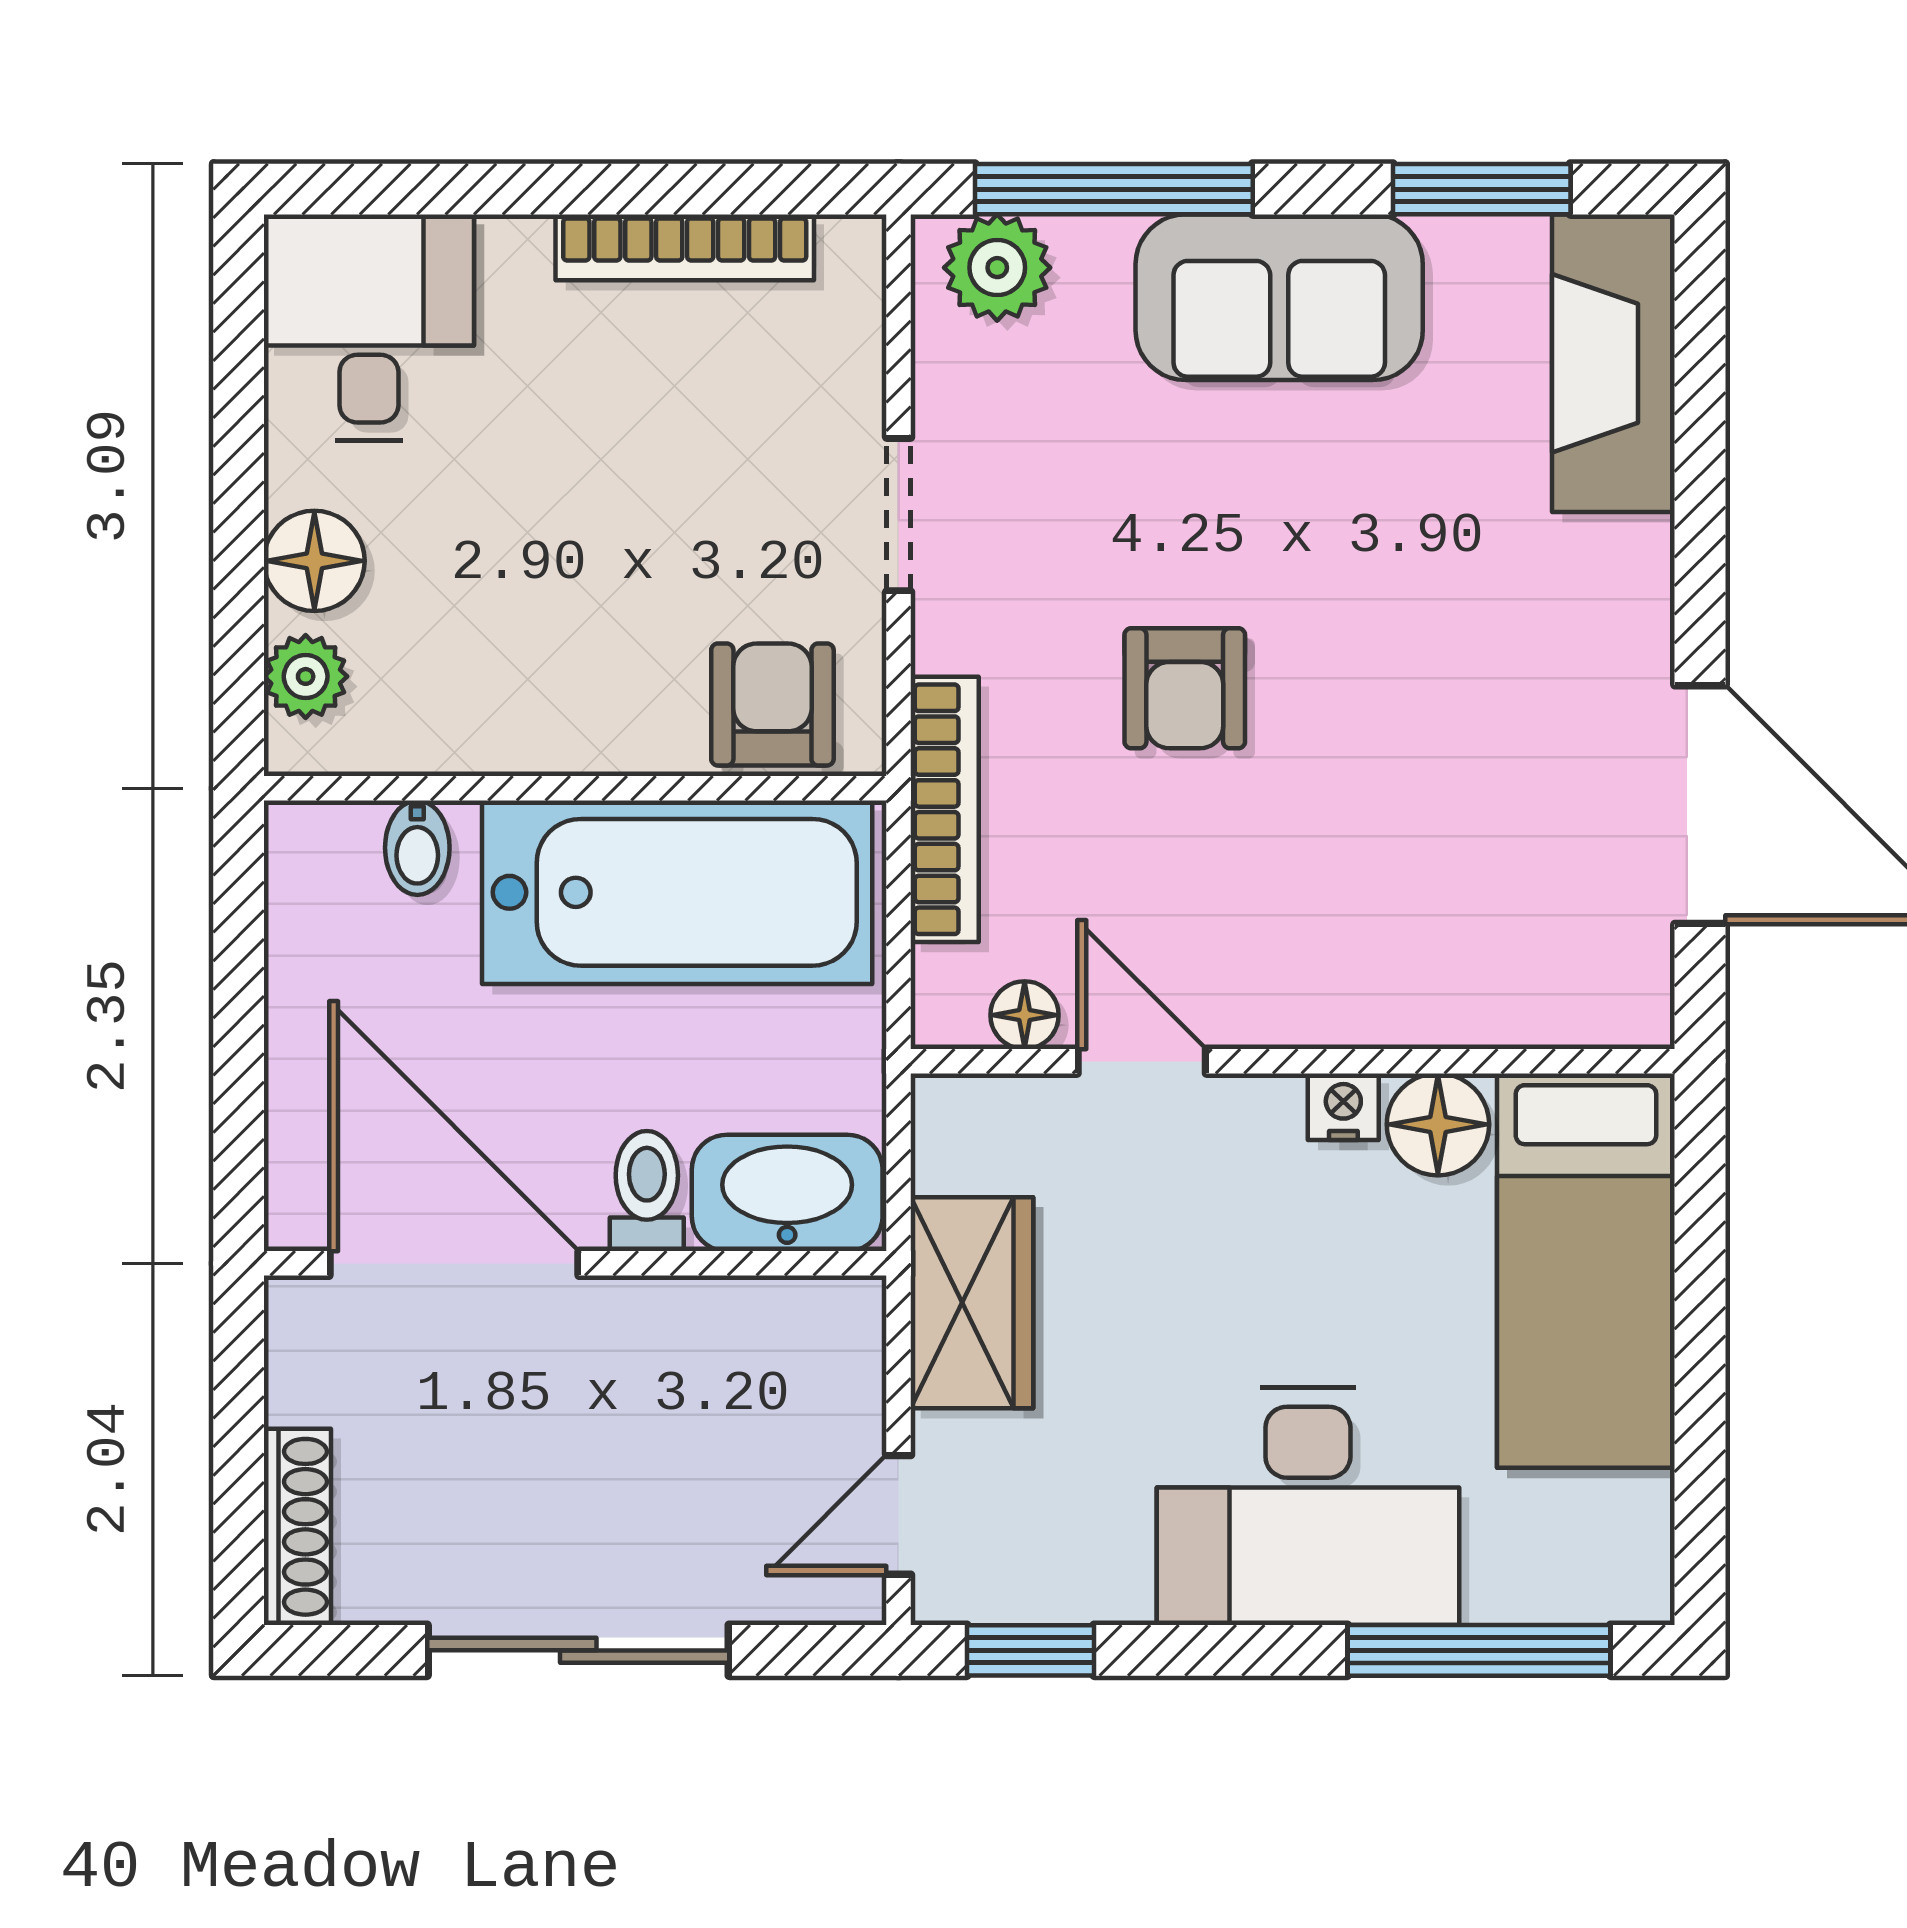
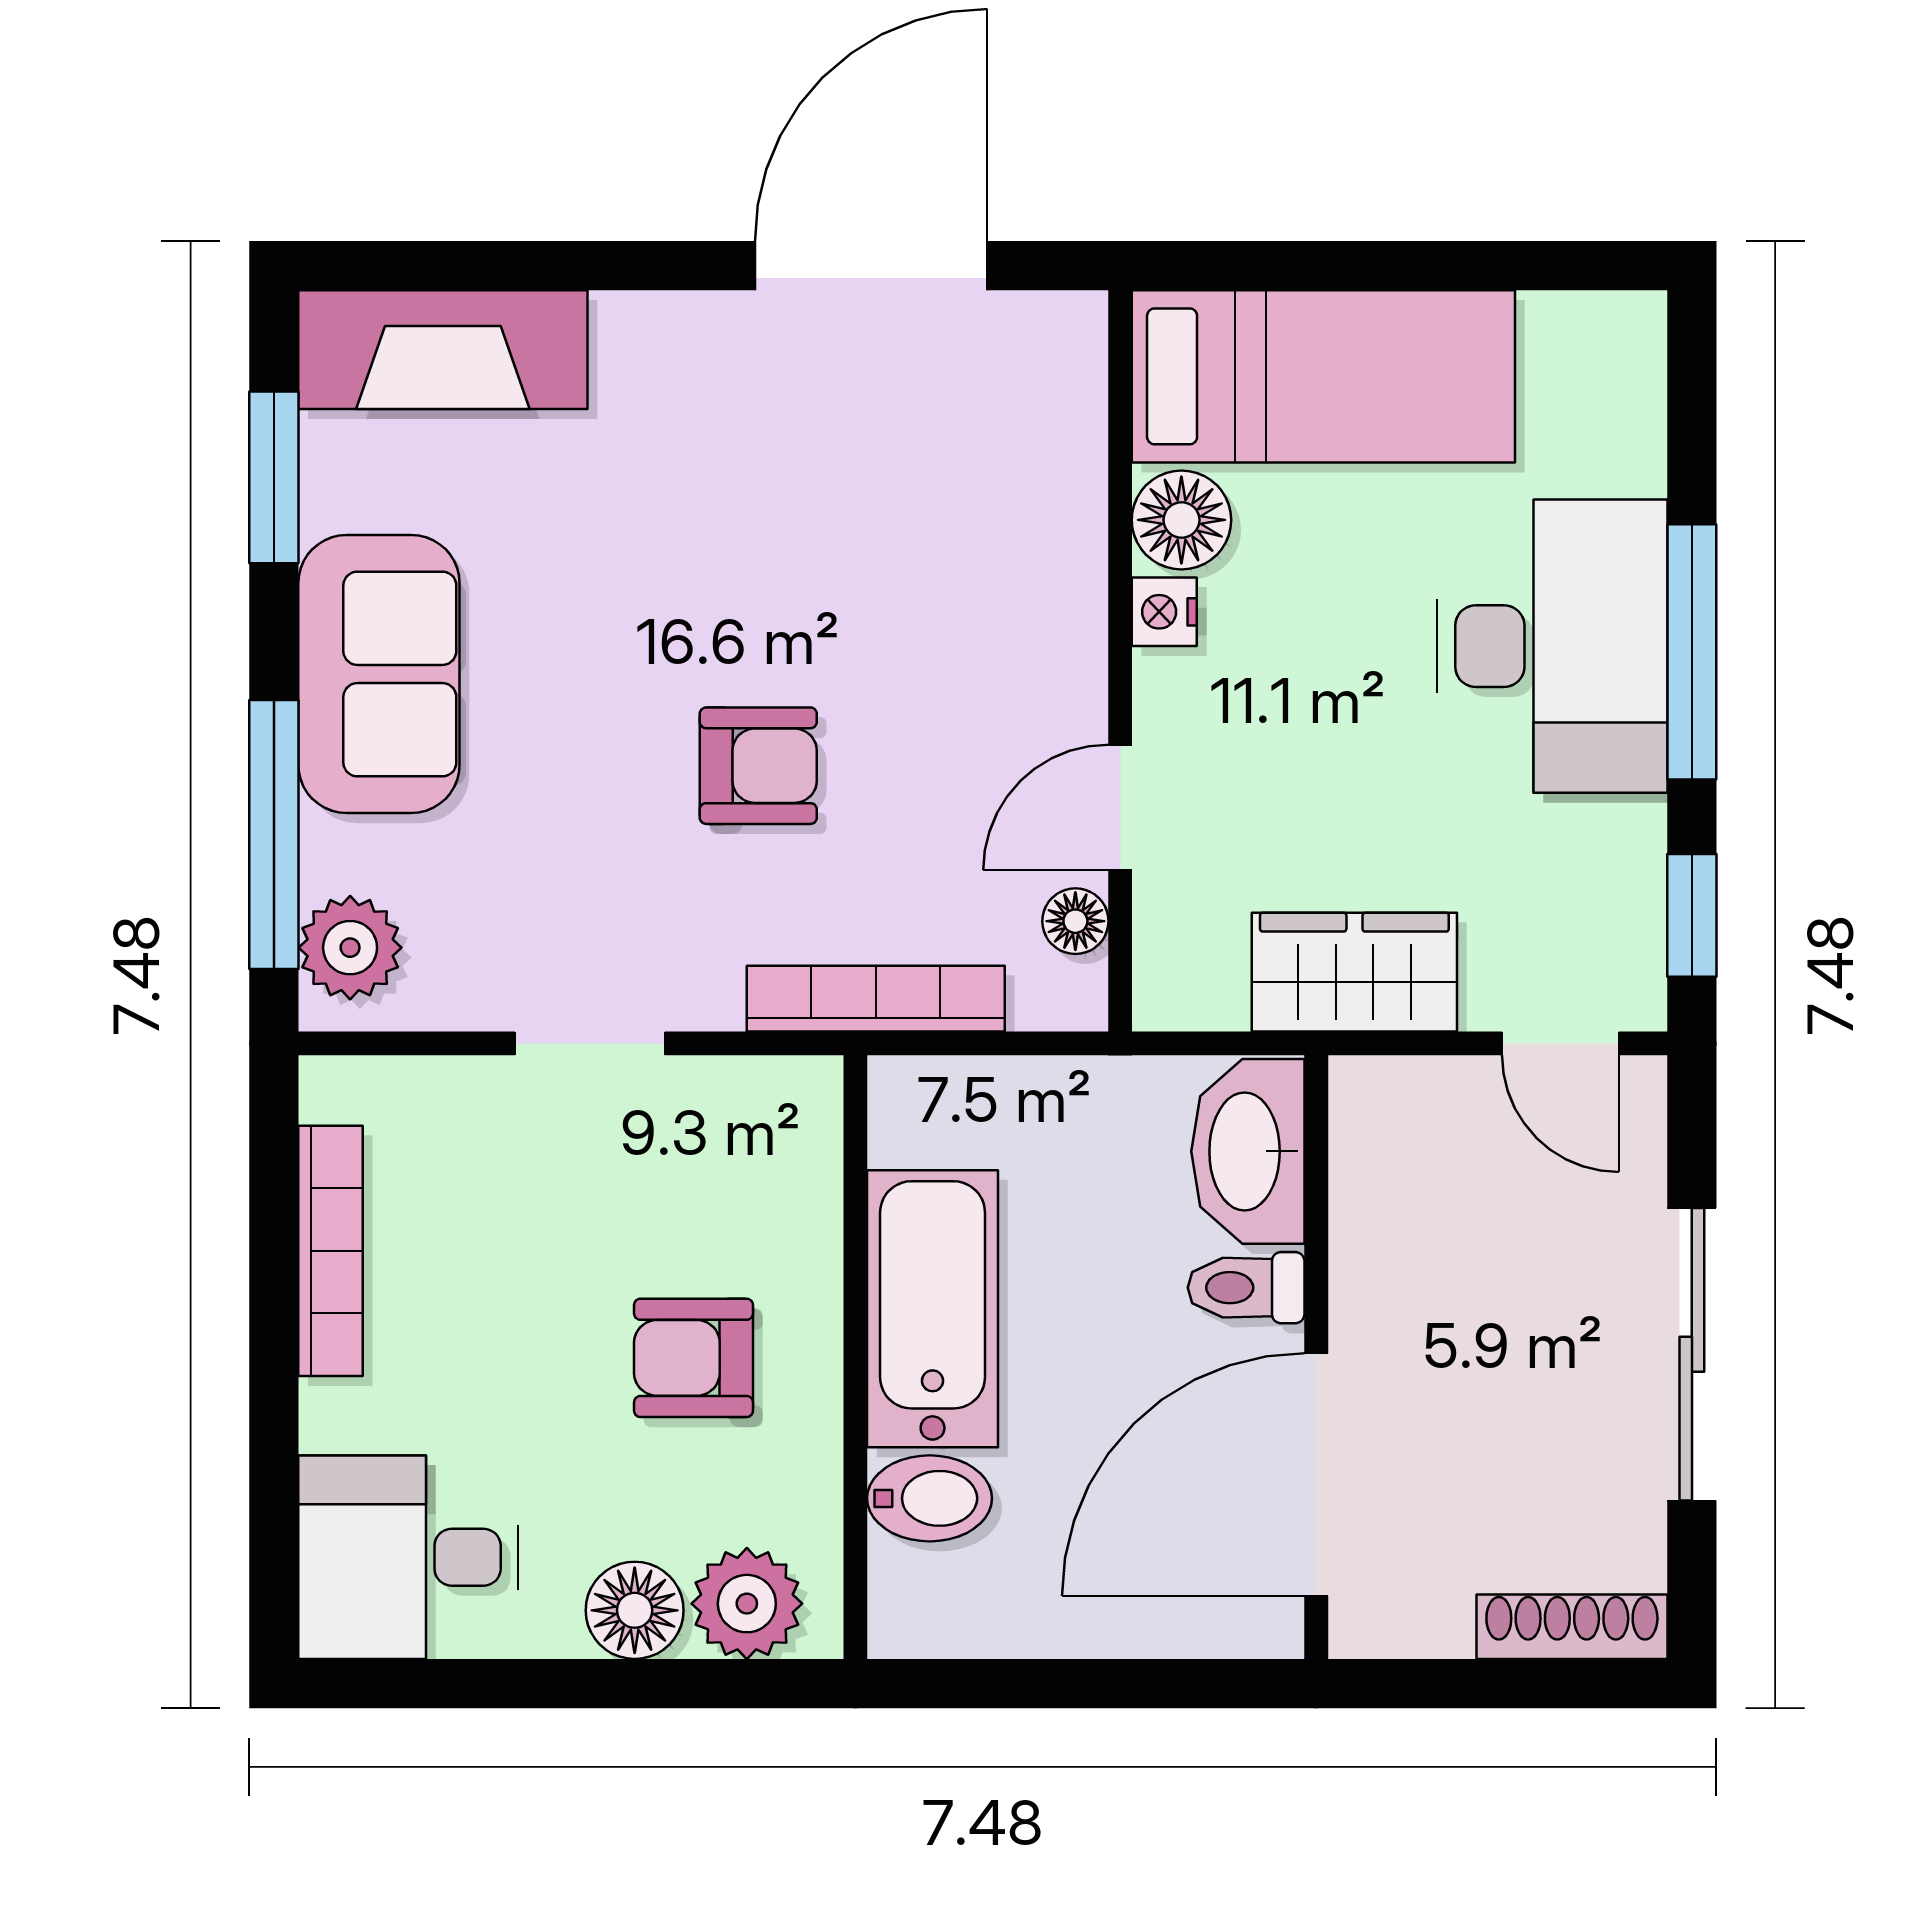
plant: (306, 676) -> (747, 1604), width x1.38, depth x1.38
armchair: (772, 705) -> (694, 1358), moved
bidet: (417, 848) -> (930, 1498), width x1.38, depth x1.36
bathtub: (677, 892) -> (933, 1309), width x0.73, depth x0.73
window: (1479, 1650) -> (1692, 652), moved

